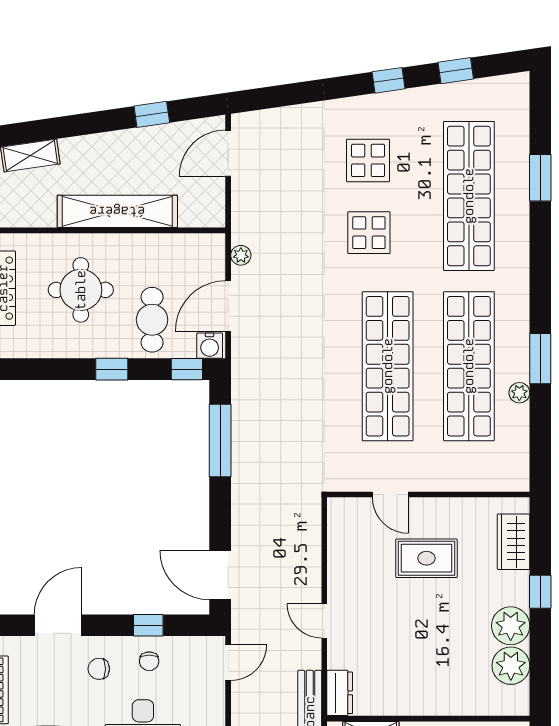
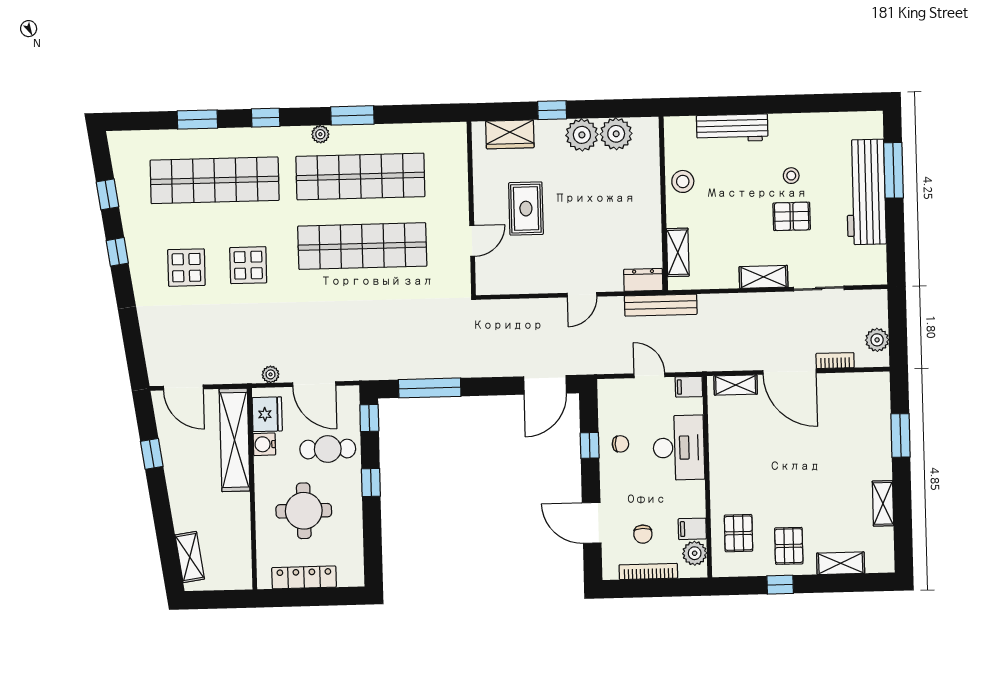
shelving: (117, 211) -> (235, 440), moved
fridge: (194, 250) -> (267, 414), added
window: (540, 257) -> (266, 118), added
water cooler: (210, 346) -> (264, 444), moved, turned 180
plant: (519, 393) -> (320, 134), moved
door: (228, 662) -> (649, 375), moved
chair: (99, 669) -> (643, 534), moved

